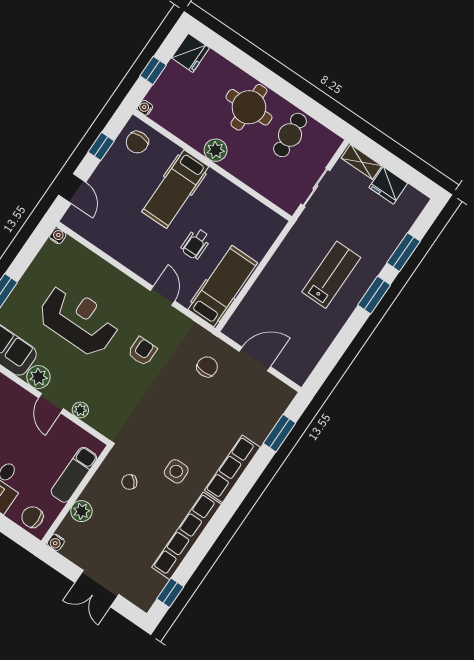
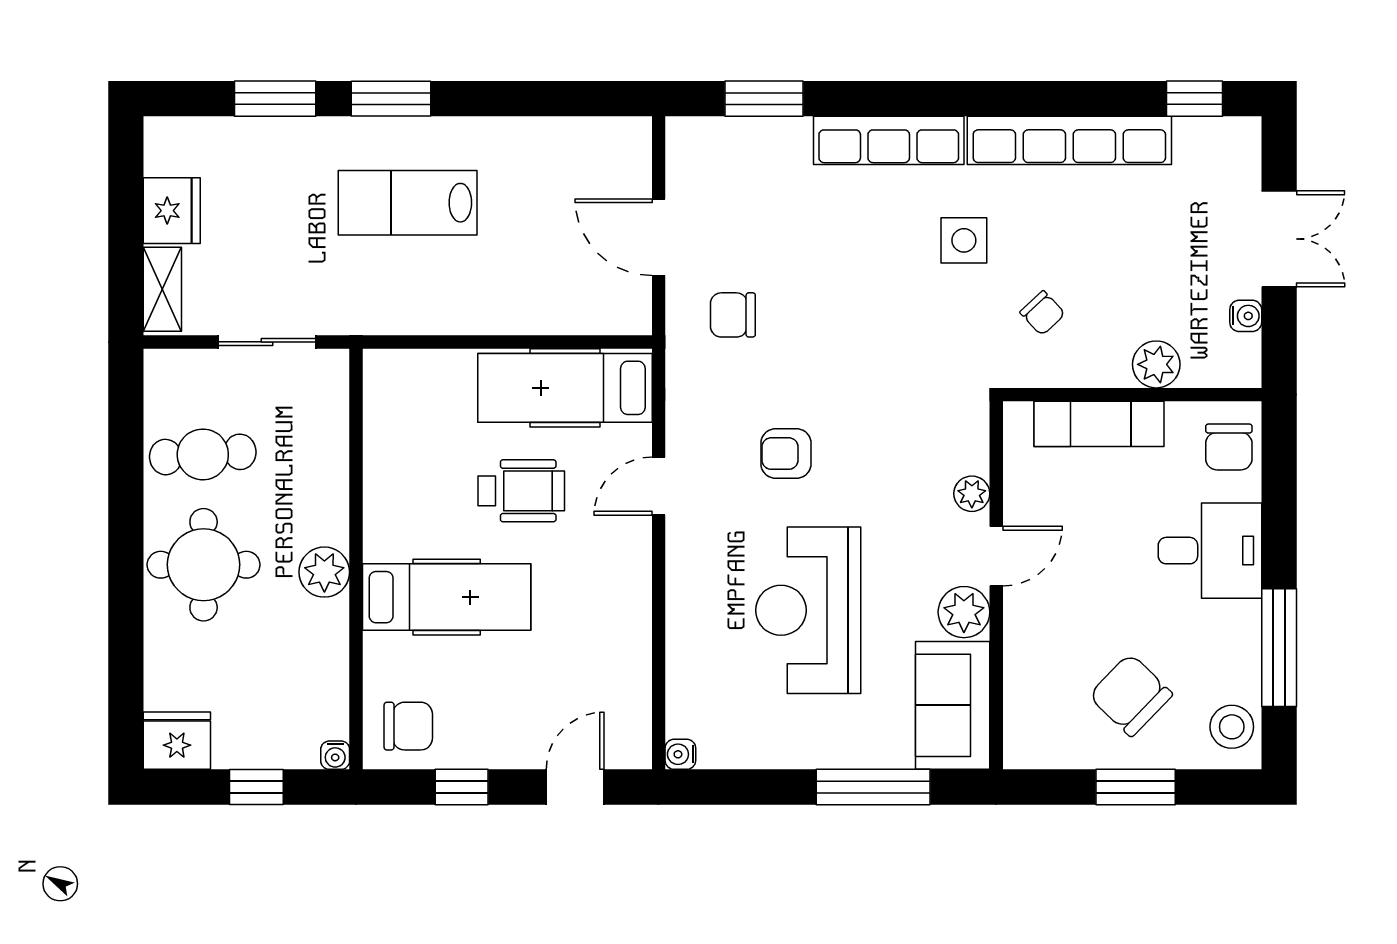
wheelchair: (196, 244) -> (521, 491), width x1.36, depth x1.37
water cooler: (56, 542) -> (1246, 316), moved

